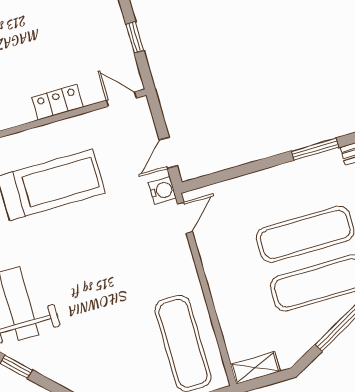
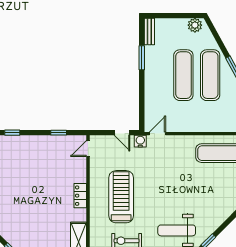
locker: (58, 102) -> (80, 196), moved
door: (185, 218) -> (158, 134), hinge flipped

